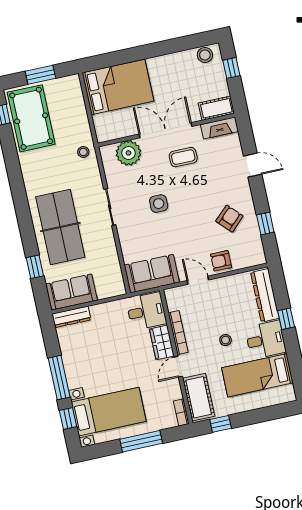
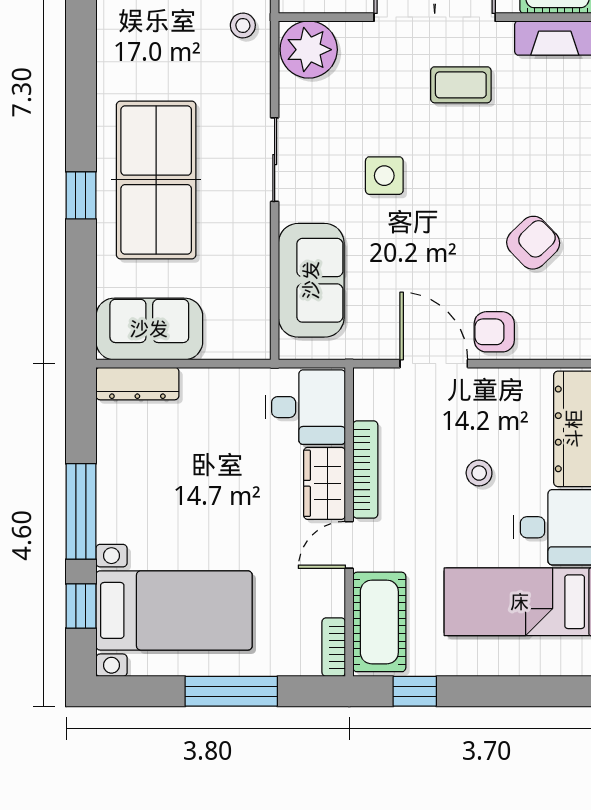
plant: (129, 153) -> (309, 50), moved
window: (35, 267) -> (81, 195), moved
sofa: (152, 274) -> (311, 280), moved, turned 90
door: (198, 280) -> (434, 364), width x1.38
stool: (225, 340) -> (479, 473), moved

